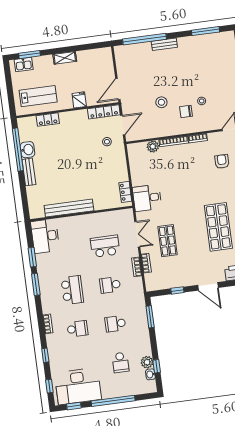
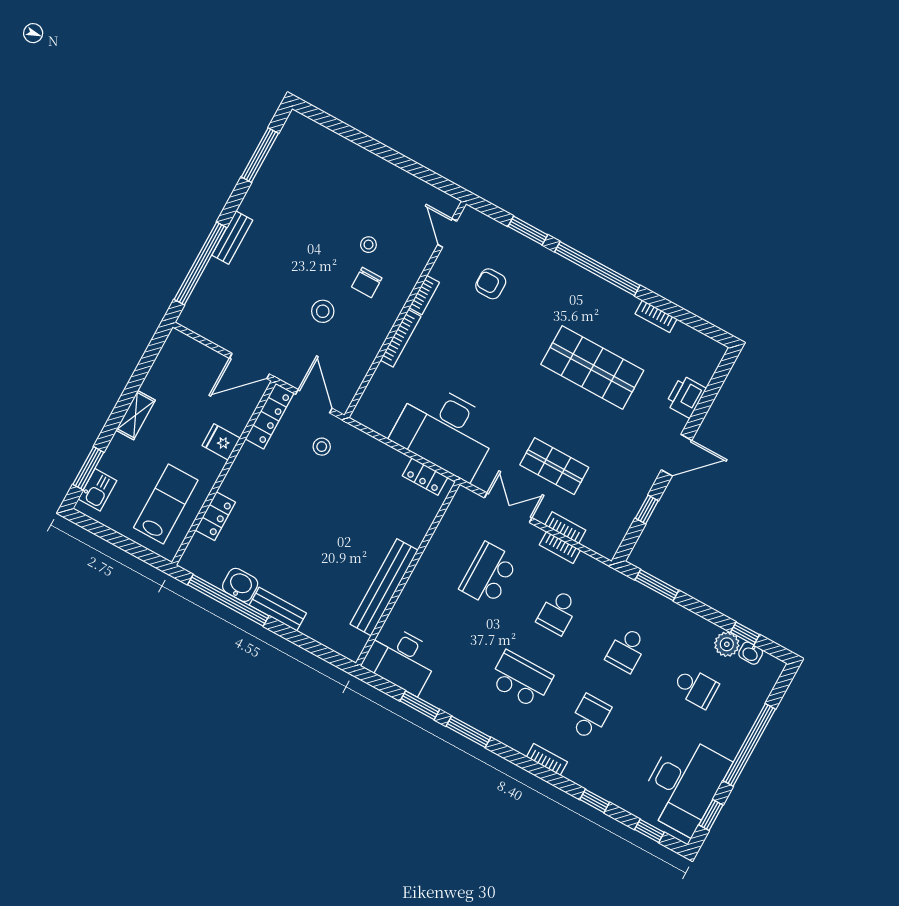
door: (118, 89) -> (249, 366), hinge flipped
plant: (153, 146) -> (384, 378), removed
desk: (147, 198) -> (445, 431), width x1.87, depth x1.30

